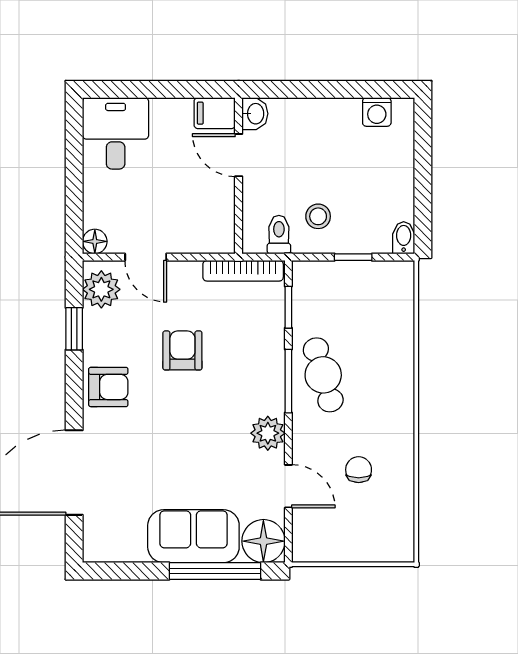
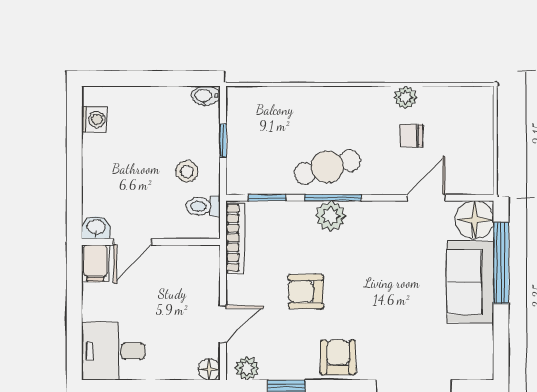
plant: (101, 289) -> (247, 368), width x0.73, depth x0.73
plant: (268, 433) -> (331, 216), moved
plant: (402, 463) -> (405, 97), added

